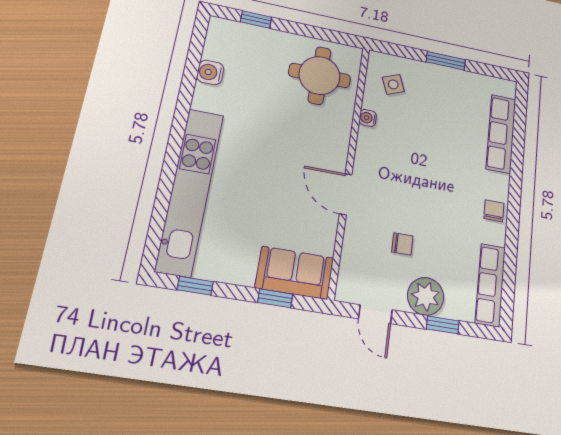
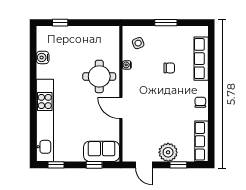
round table: (320, 75) -> (99, 76), moved
chair: (402, 244) -> (169, 68), moved

